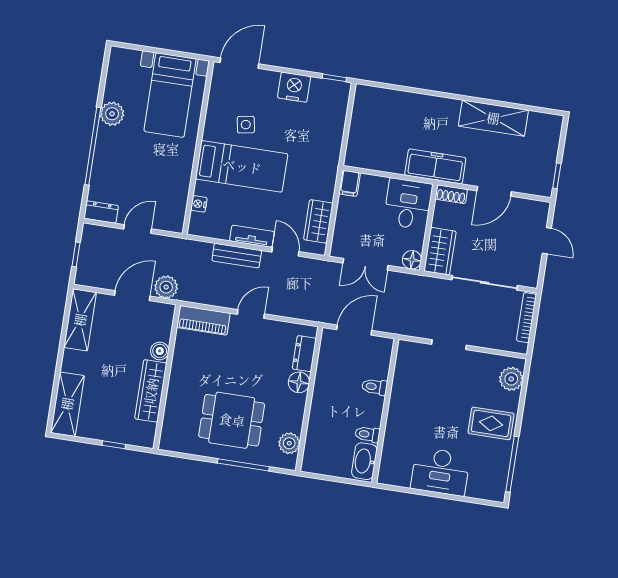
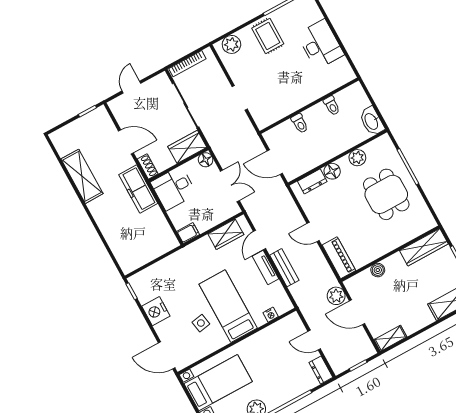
shelving: (80, 320) -> (390, 338), width x0.67, depth x0.75
wardrobe: (151, 391) -> (424, 247), moved
plant: (289, 443) -> (357, 158), moved
washbasin: (364, 461) -> (372, 121), moved, turned 90

